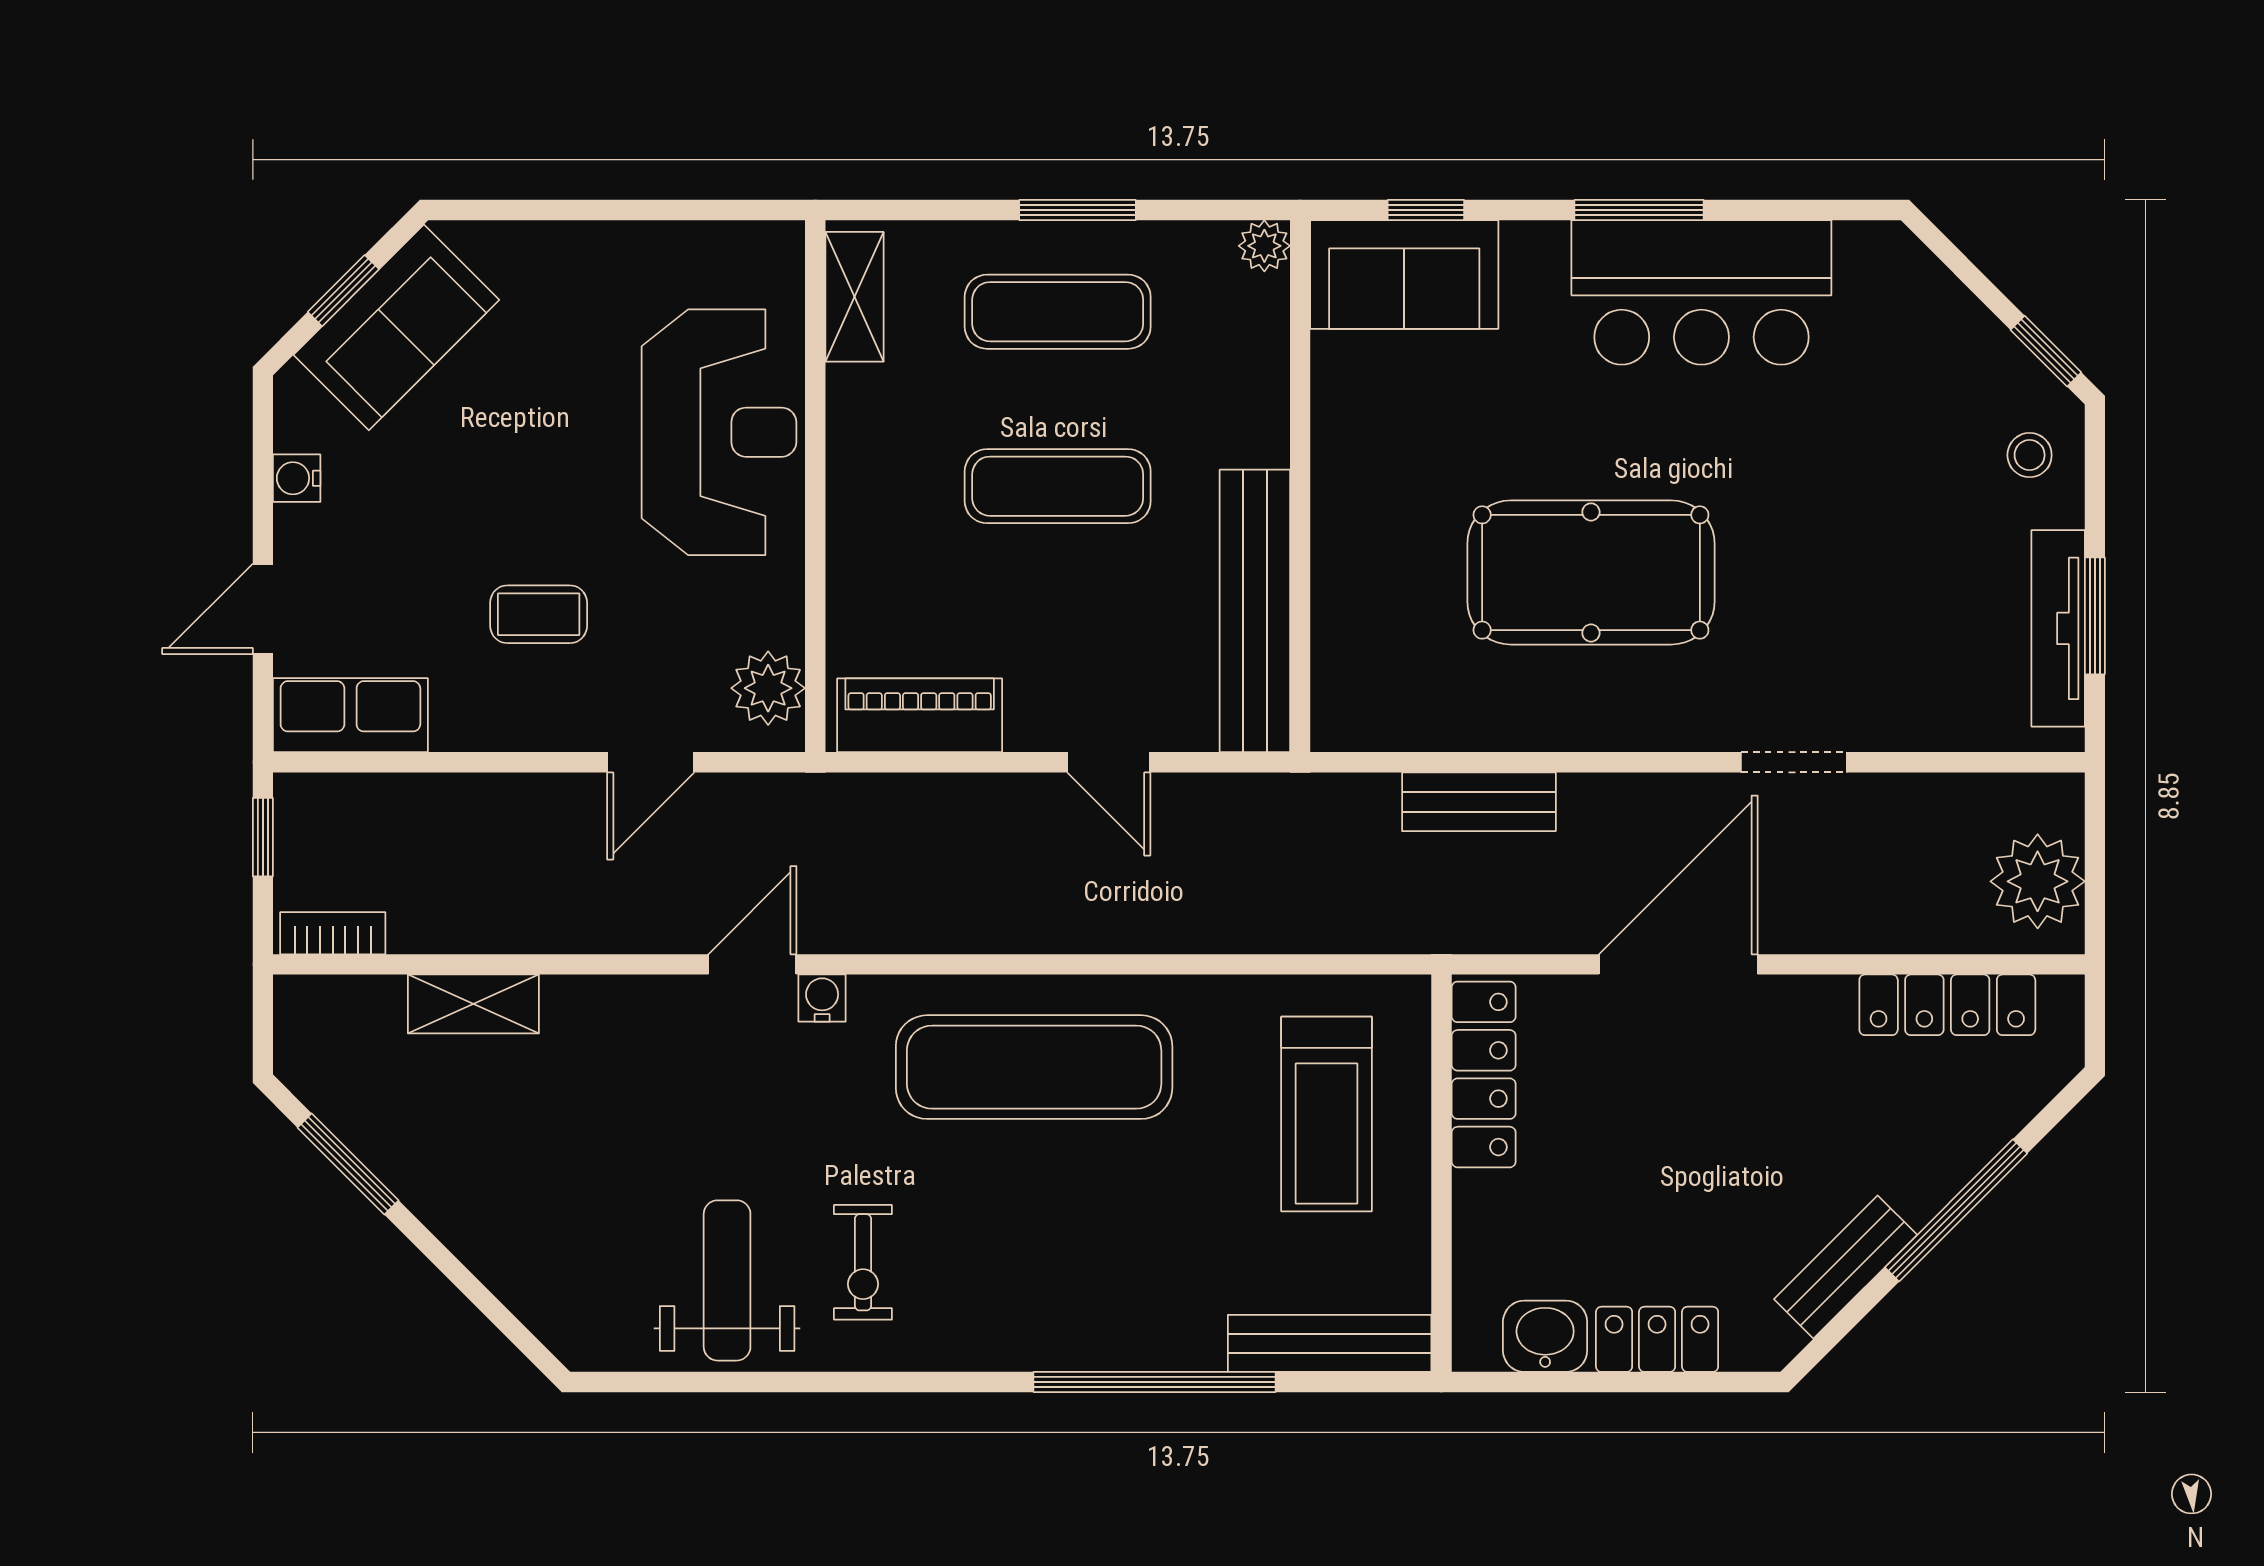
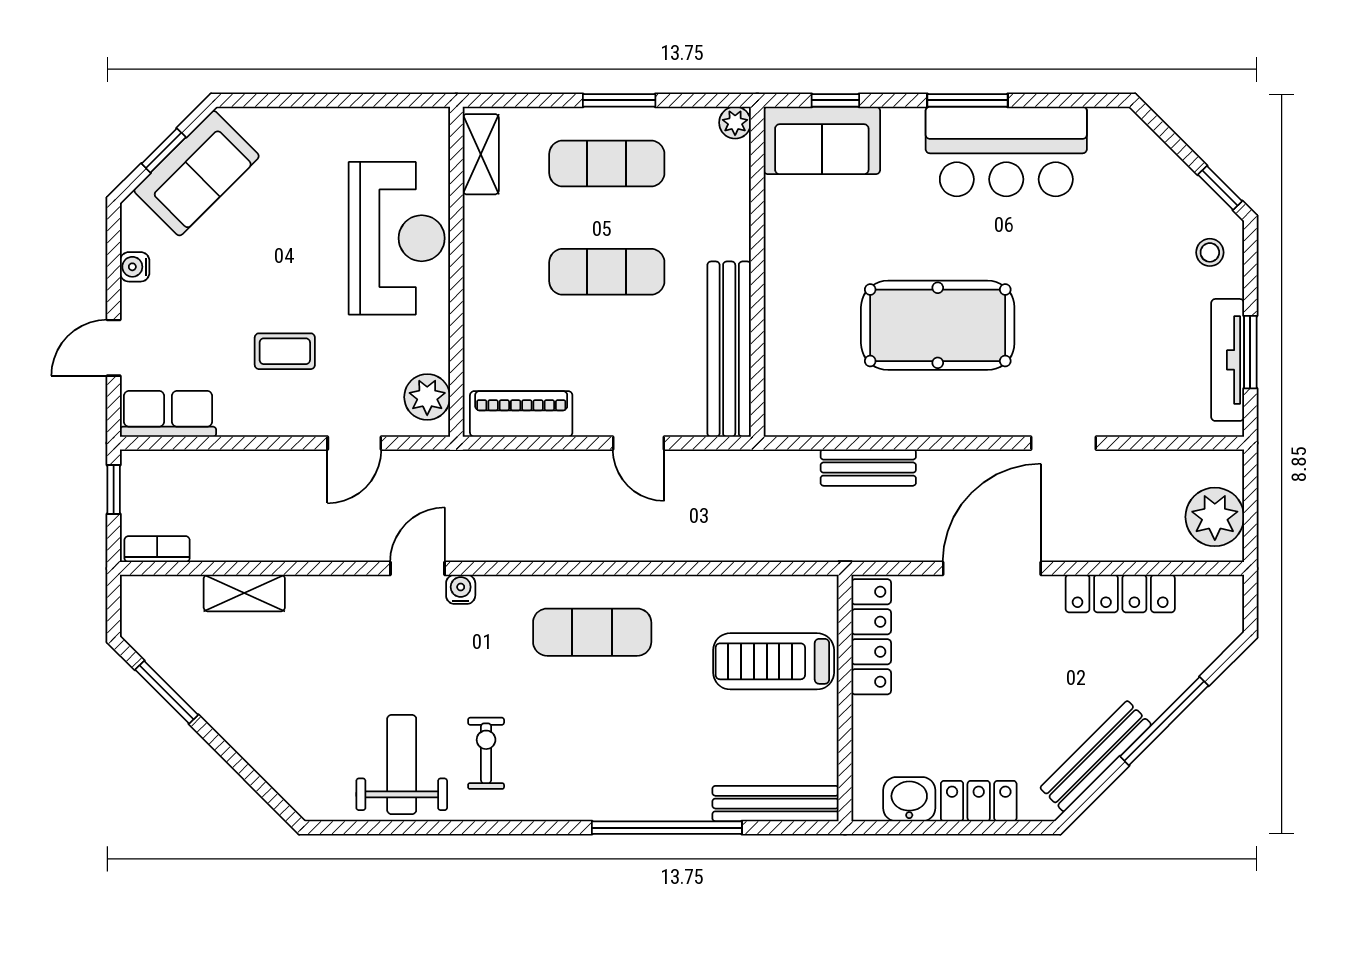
locker: (1947, 1005) -> (1120, 594), moved
exercise mat: (1034, 1067) -> (592, 632), width x0.73, depth x0.69
treadmill: (1326, 1114) -> (774, 661), turned 90
exercise bike: (863, 1262) -> (486, 753), turned 180
bench: (1846, 1267) -> (1096, 756), width x1.36

